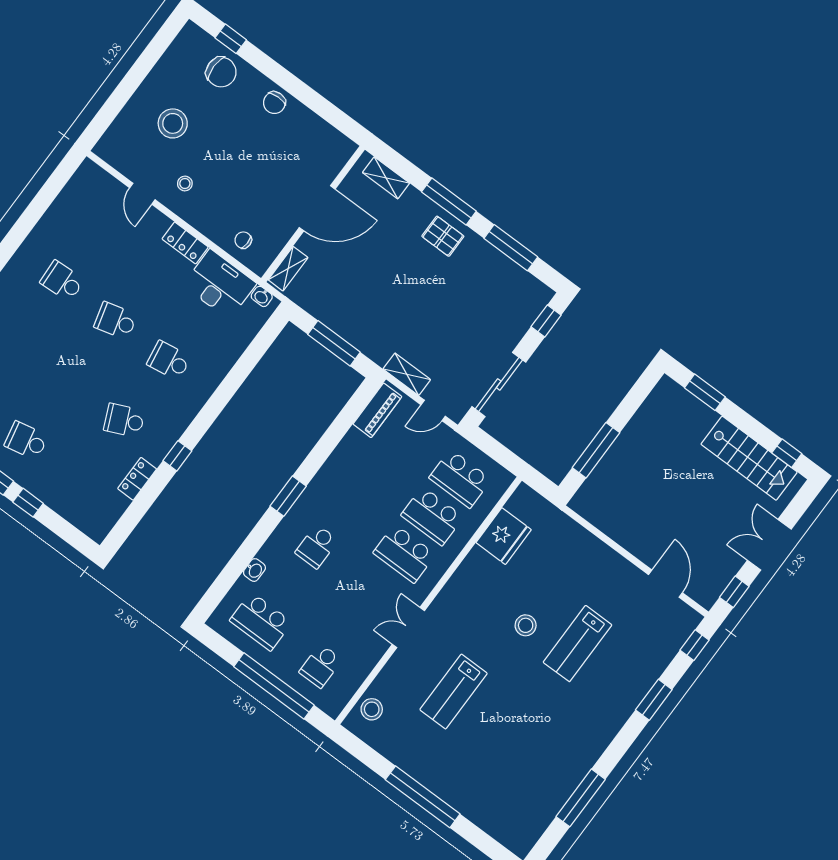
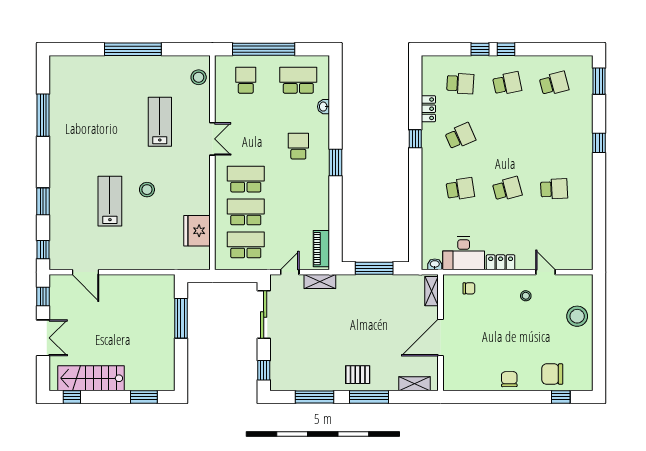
stool: (173, 123) -> (577, 316), moved
school desk: (80, 480) -> (460, 84), added

